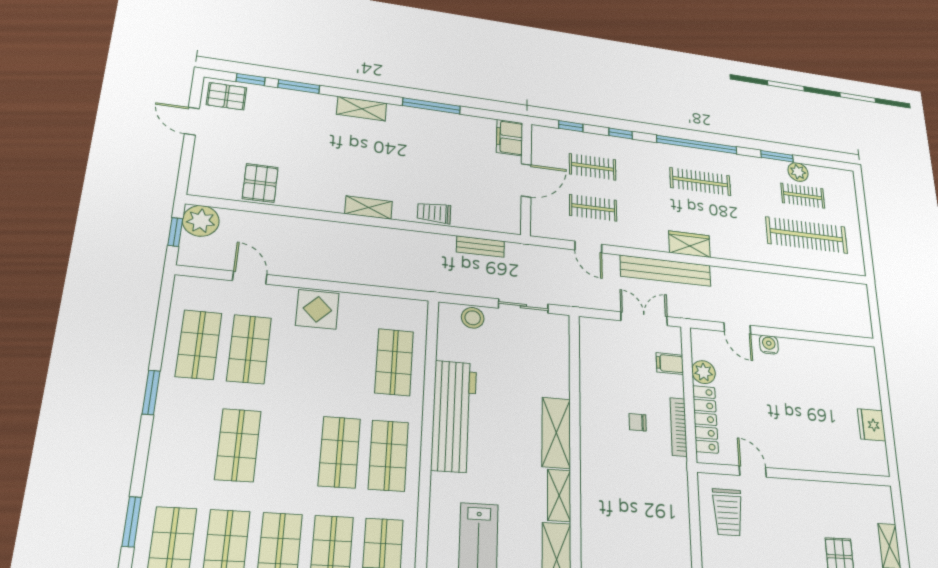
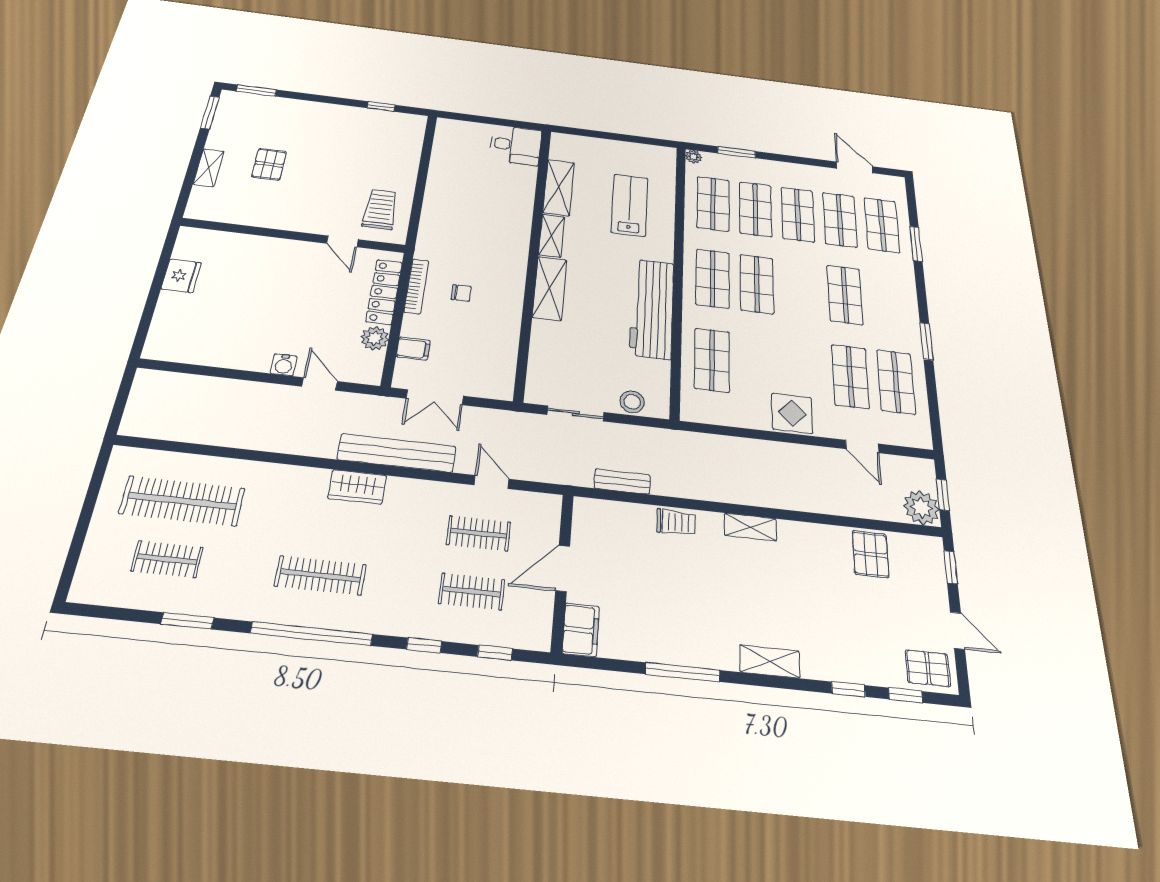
window: (299, 87) -> (848, 689), width x0.67
window: (185, 170) -> (951, 567), added
plant: (798, 172) -> (161, 596), removed

